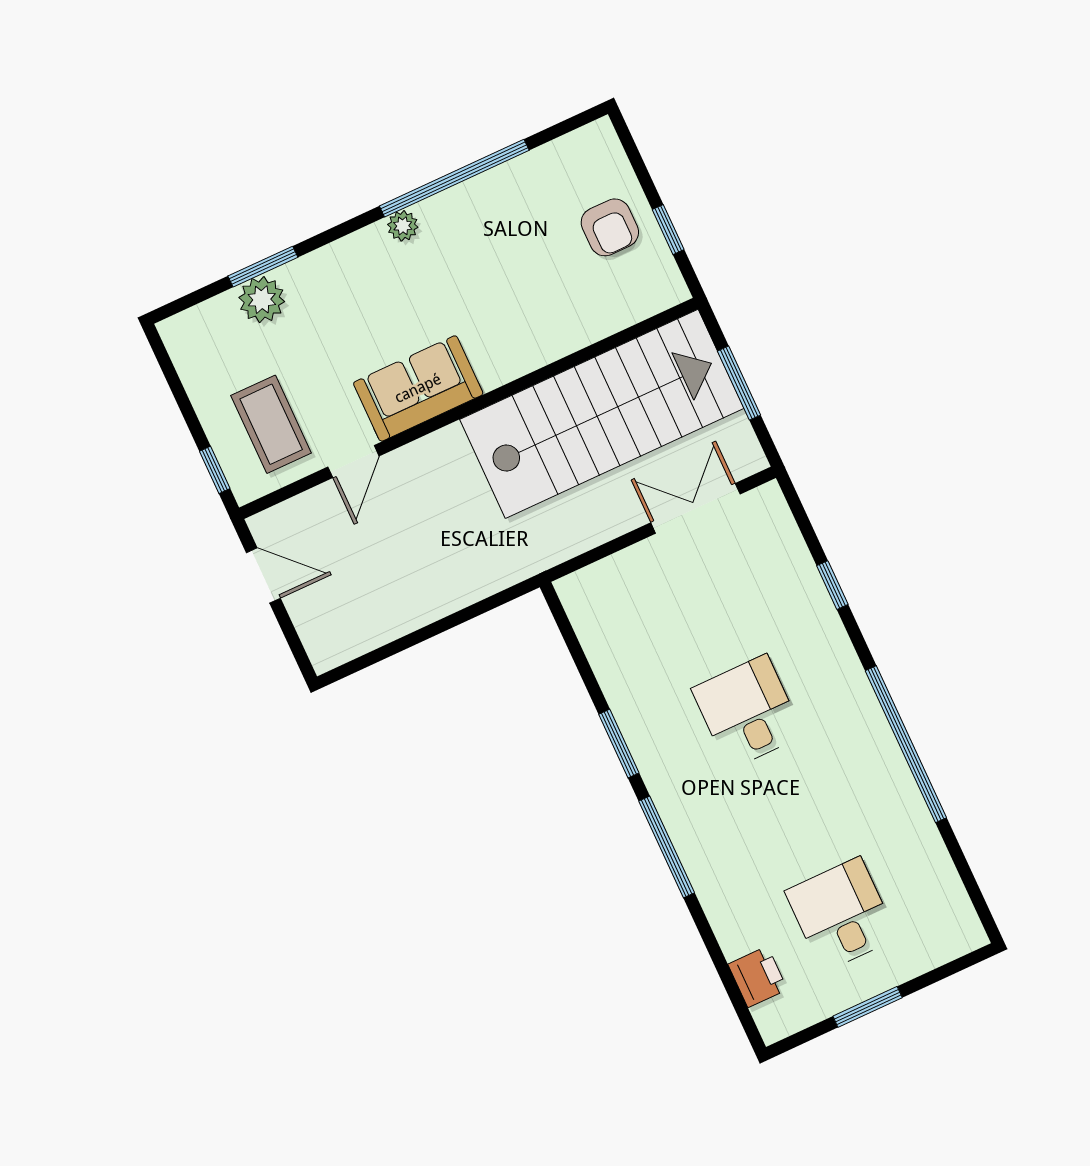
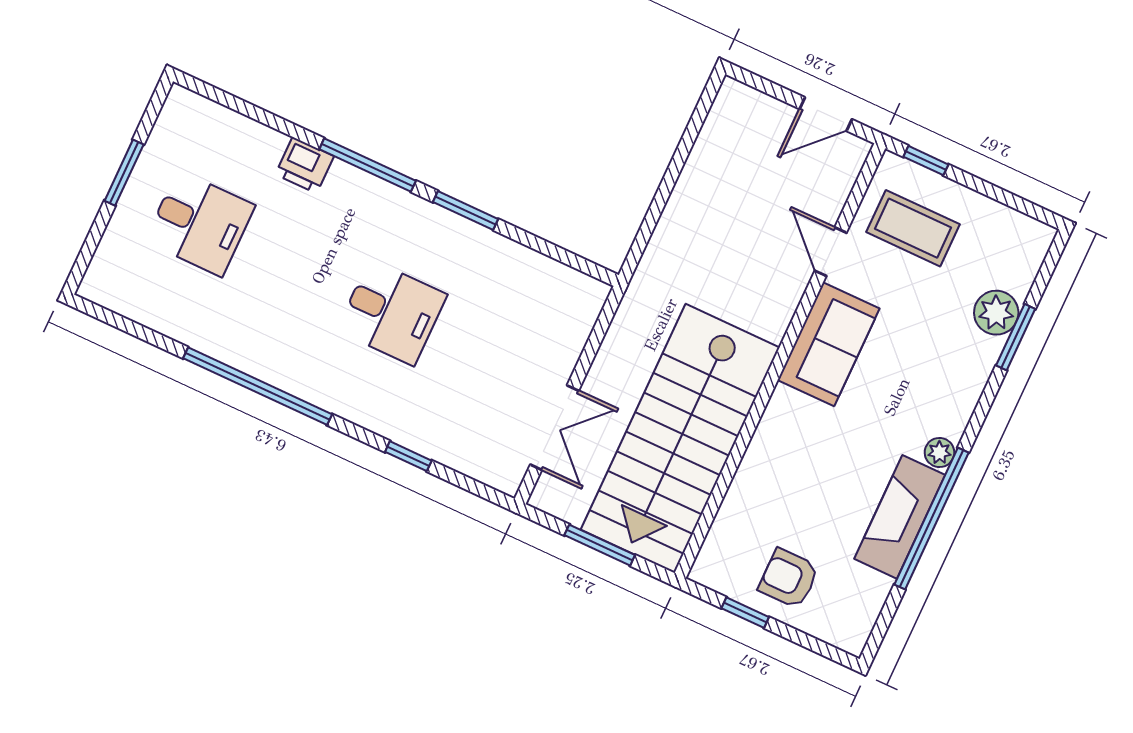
fireplace: (479, 201) -> (900, 517), added
printer: (758, 977) -> (305, 165), moved

